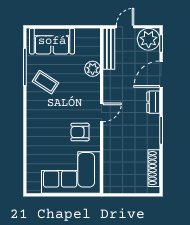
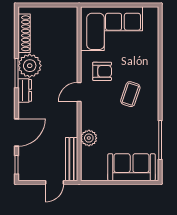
plant: (149, 39) -> (30, 66), moved
coffee table: (46, 82) -> (130, 94), moved, turned 76
dresser: (153, 102) -> (25, 90), moved

